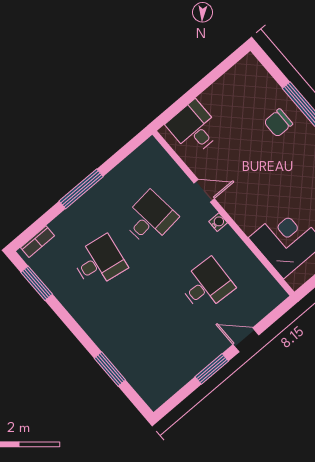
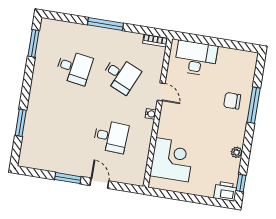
desk: (194, 128) -> (196, 58), width x1.37
desk: (150, 219) -> (121, 75), turned 30
bookcase: (37, 242) -> (155, 41), moved

